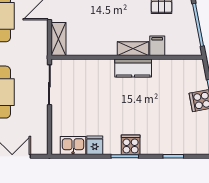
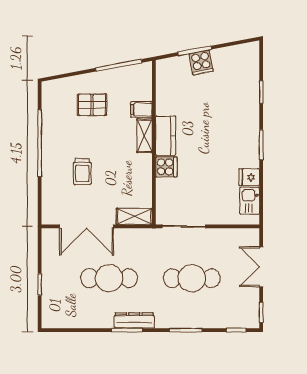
cooker: (131, 145) -> (166, 167), moved, turned 180

